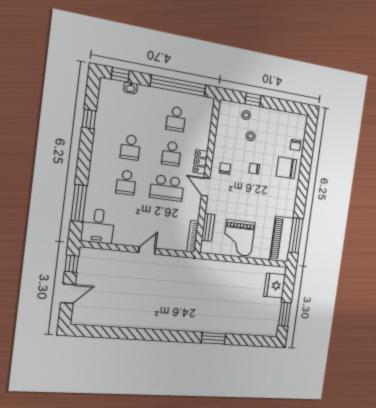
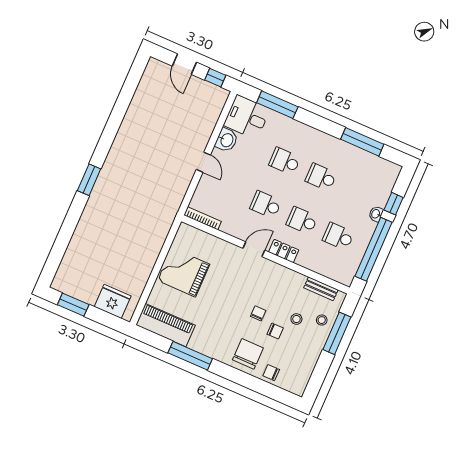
window: (120, 75) -> (394, 204), moved
washbasin: (130, 88) -> (376, 214), moved
window: (253, 100) -> (337, 333), width x2.17
window: (89, 119) -> (362, 142), width x2.17
chair: (225, 169) -> (275, 331), moved
school desk: (167, 188) -> (266, 205), width x0.54
bench: (208, 227) -> (321, 289), moved
window: (296, 235) -> (190, 356), moved
washbasin: (123, 237) -> (226, 140), added
window: (213, 338) -> (89, 180), moved

